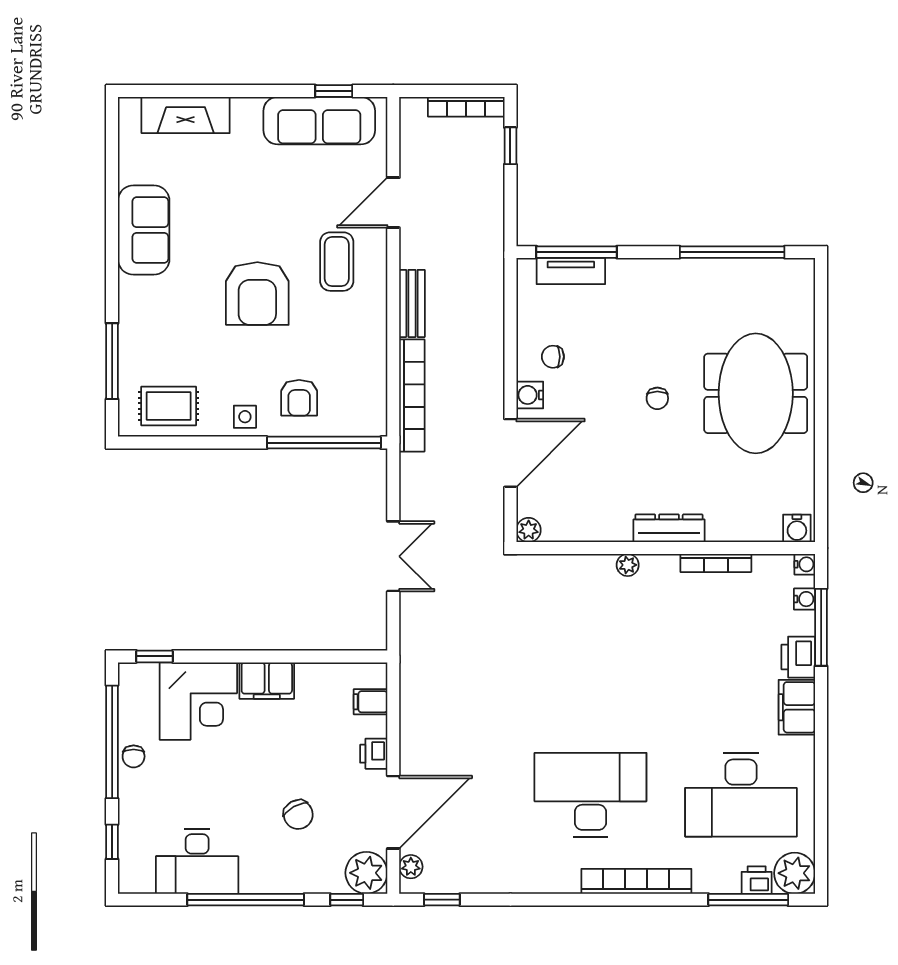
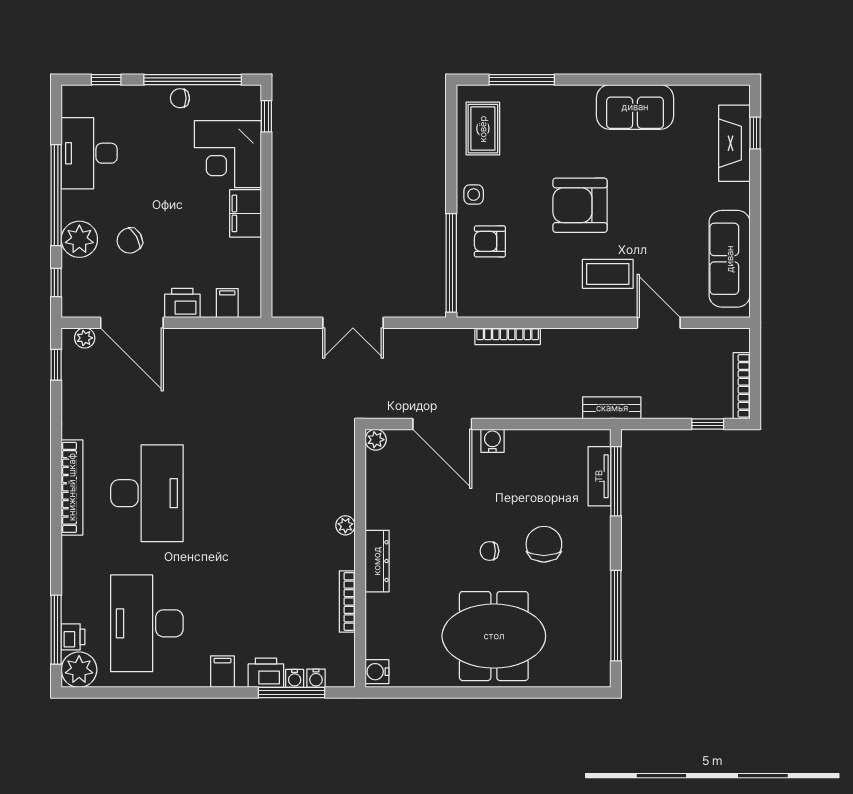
window: (334, 91) -> (755, 133), moved
bench: (412, 303) -> (612, 408), moved
chair: (553, 357) -> (544, 544), moved, width x1.87, depth x1.87
bookcase: (412, 395) -> (508, 336), width x0.68, depth x0.76
water cooler: (805, 564) -> (295, 678), moved
filing cabinet: (797, 707) -> (222, 672), width x0.50
printer: (374, 754) -> (182, 303), width x1.36, depth x1.24
plant: (366, 873) -> (79, 239), moved
bookcase: (636, 881) -> (72, 487), moved

